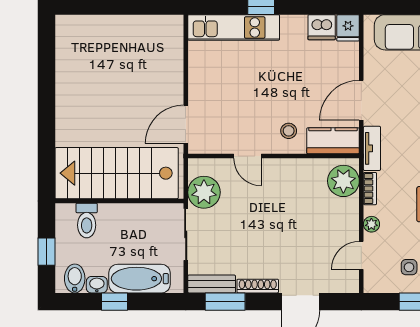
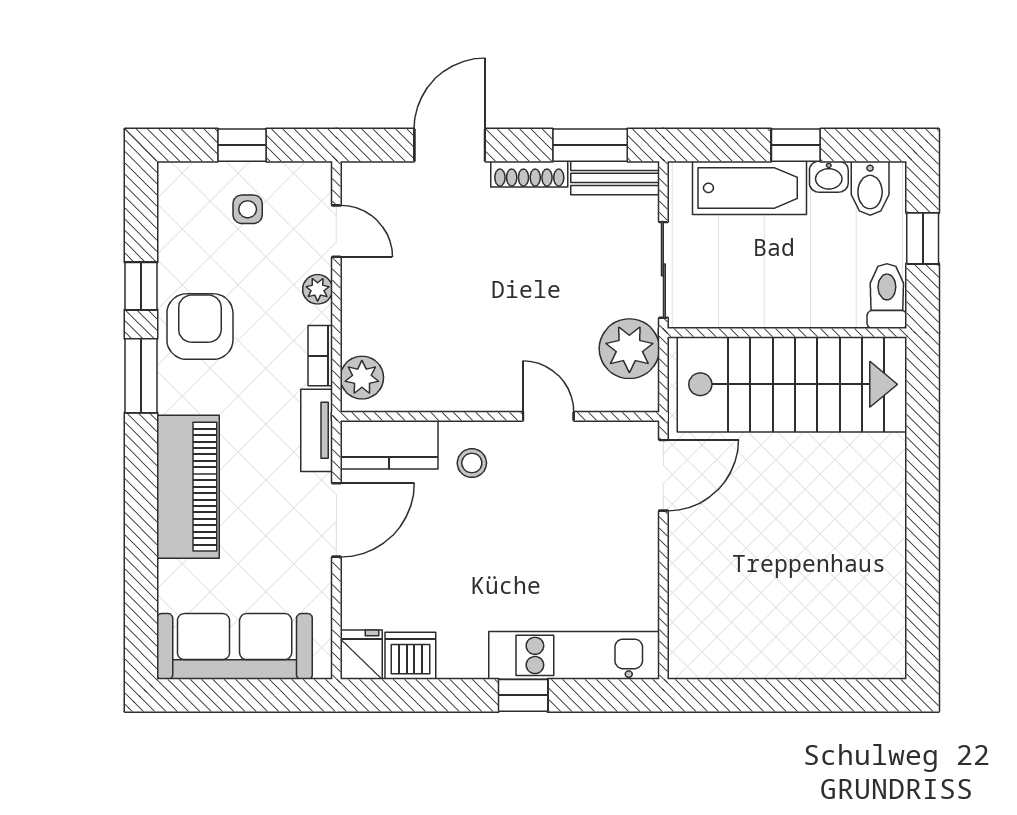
plant: (343, 181) -> (362, 378), width x0.73, depth x0.73
toilet: (87, 221) -> (887, 296), moved
door: (361, 255) -> (336, 231), hinge flipped

